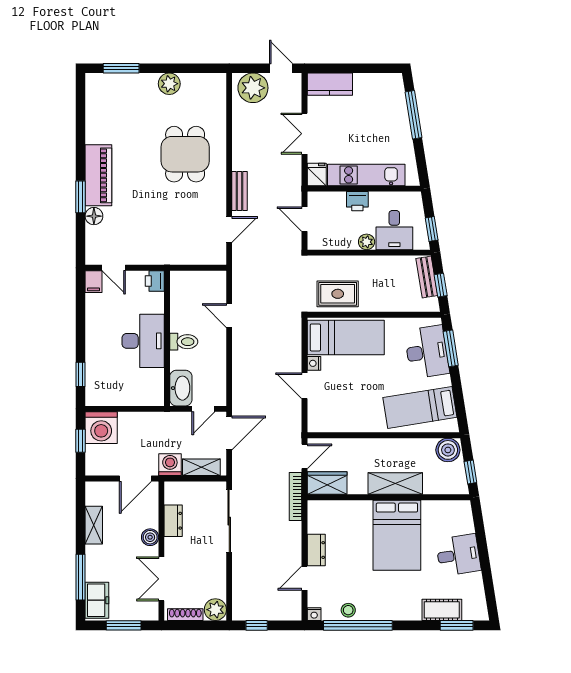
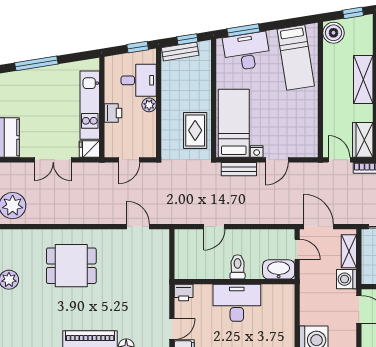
bench: (240, 191) -> (239, 169), moved

